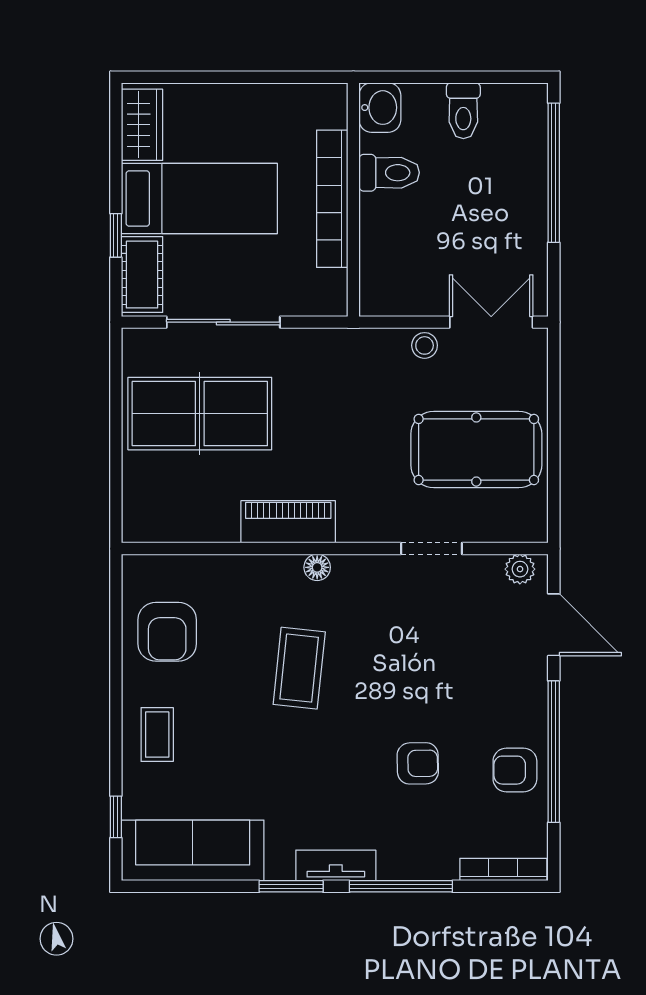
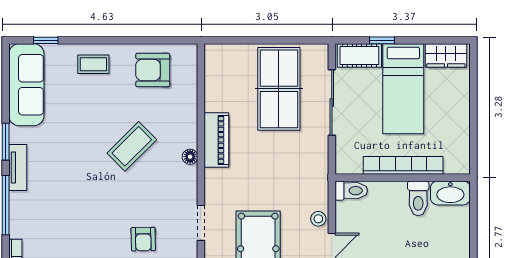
washbasin: (380, 108) -> (450, 193), width x1.38
toilet: (463, 111) -> (351, 191), moved, turned 180
coffee table: (299, 668) -> (132, 146), turned -51
armchair: (418, 763) -> (143, 239), moved

